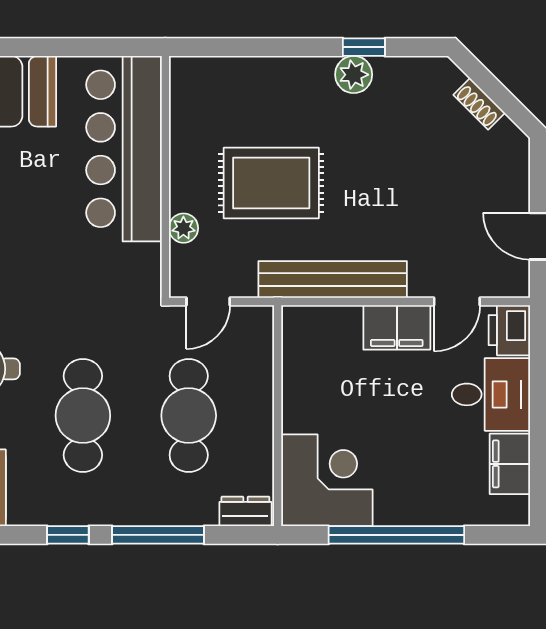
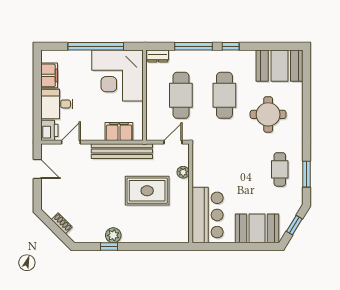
bar counter: (124, 149) -> (208, 215), width x0.73
filing cabinet: (397, 327) -> (119, 131), moved
corner desk: (327, 480) -> (117, 75), width x1.36, depth x1.36

